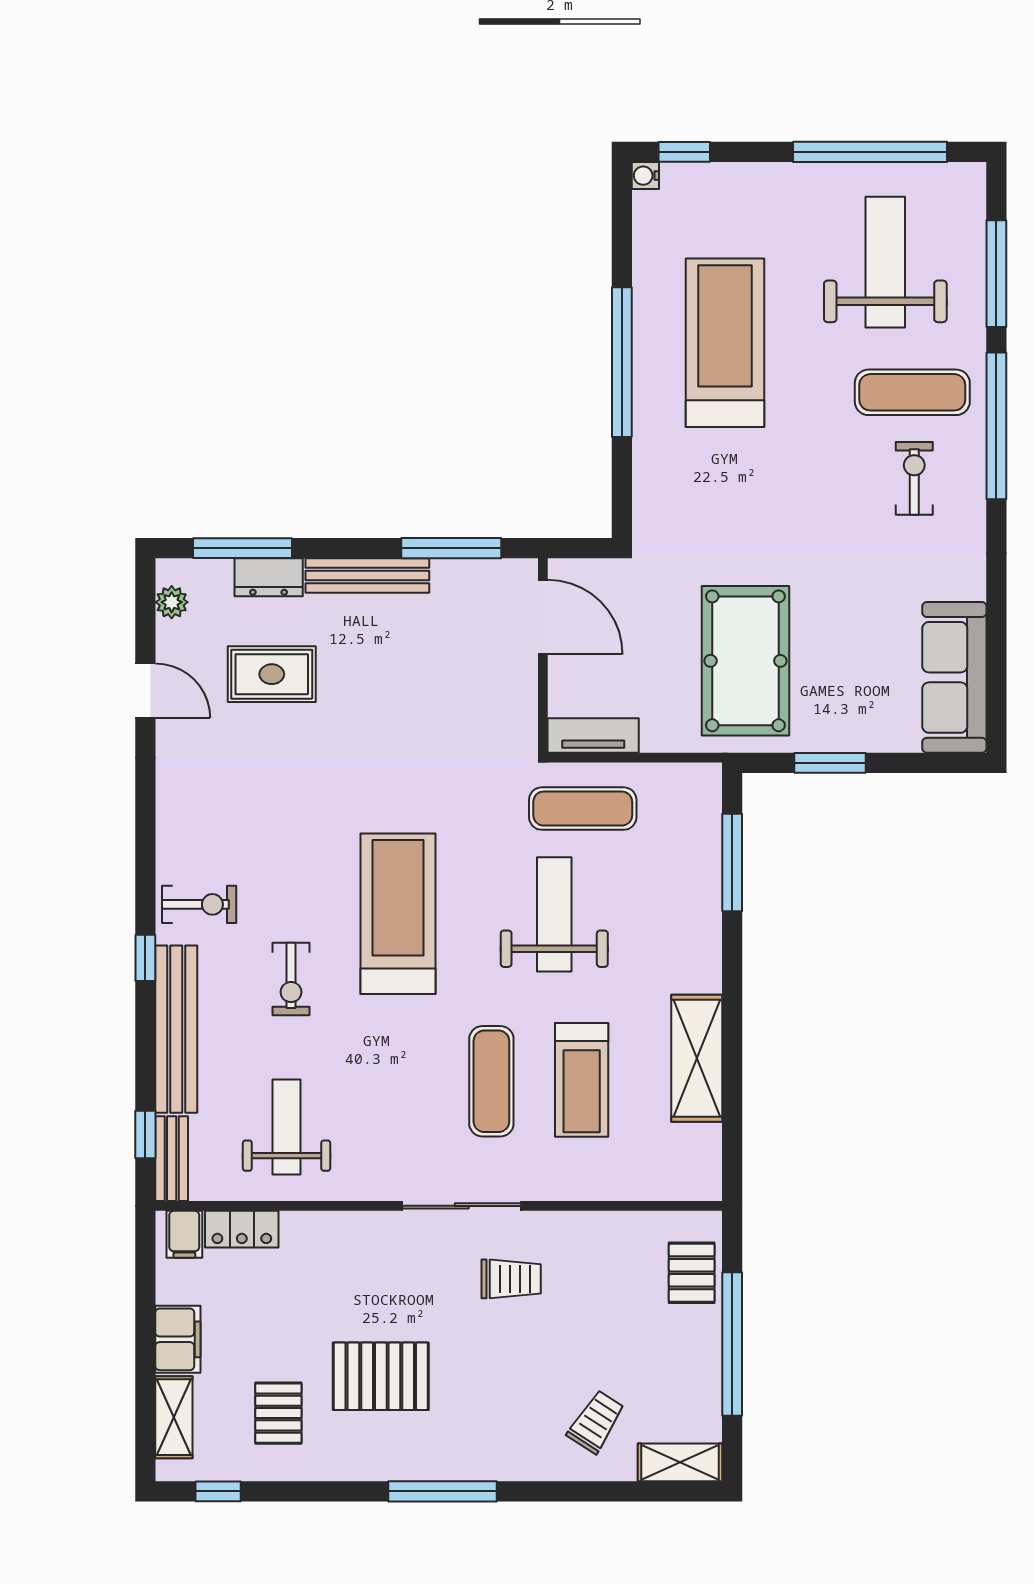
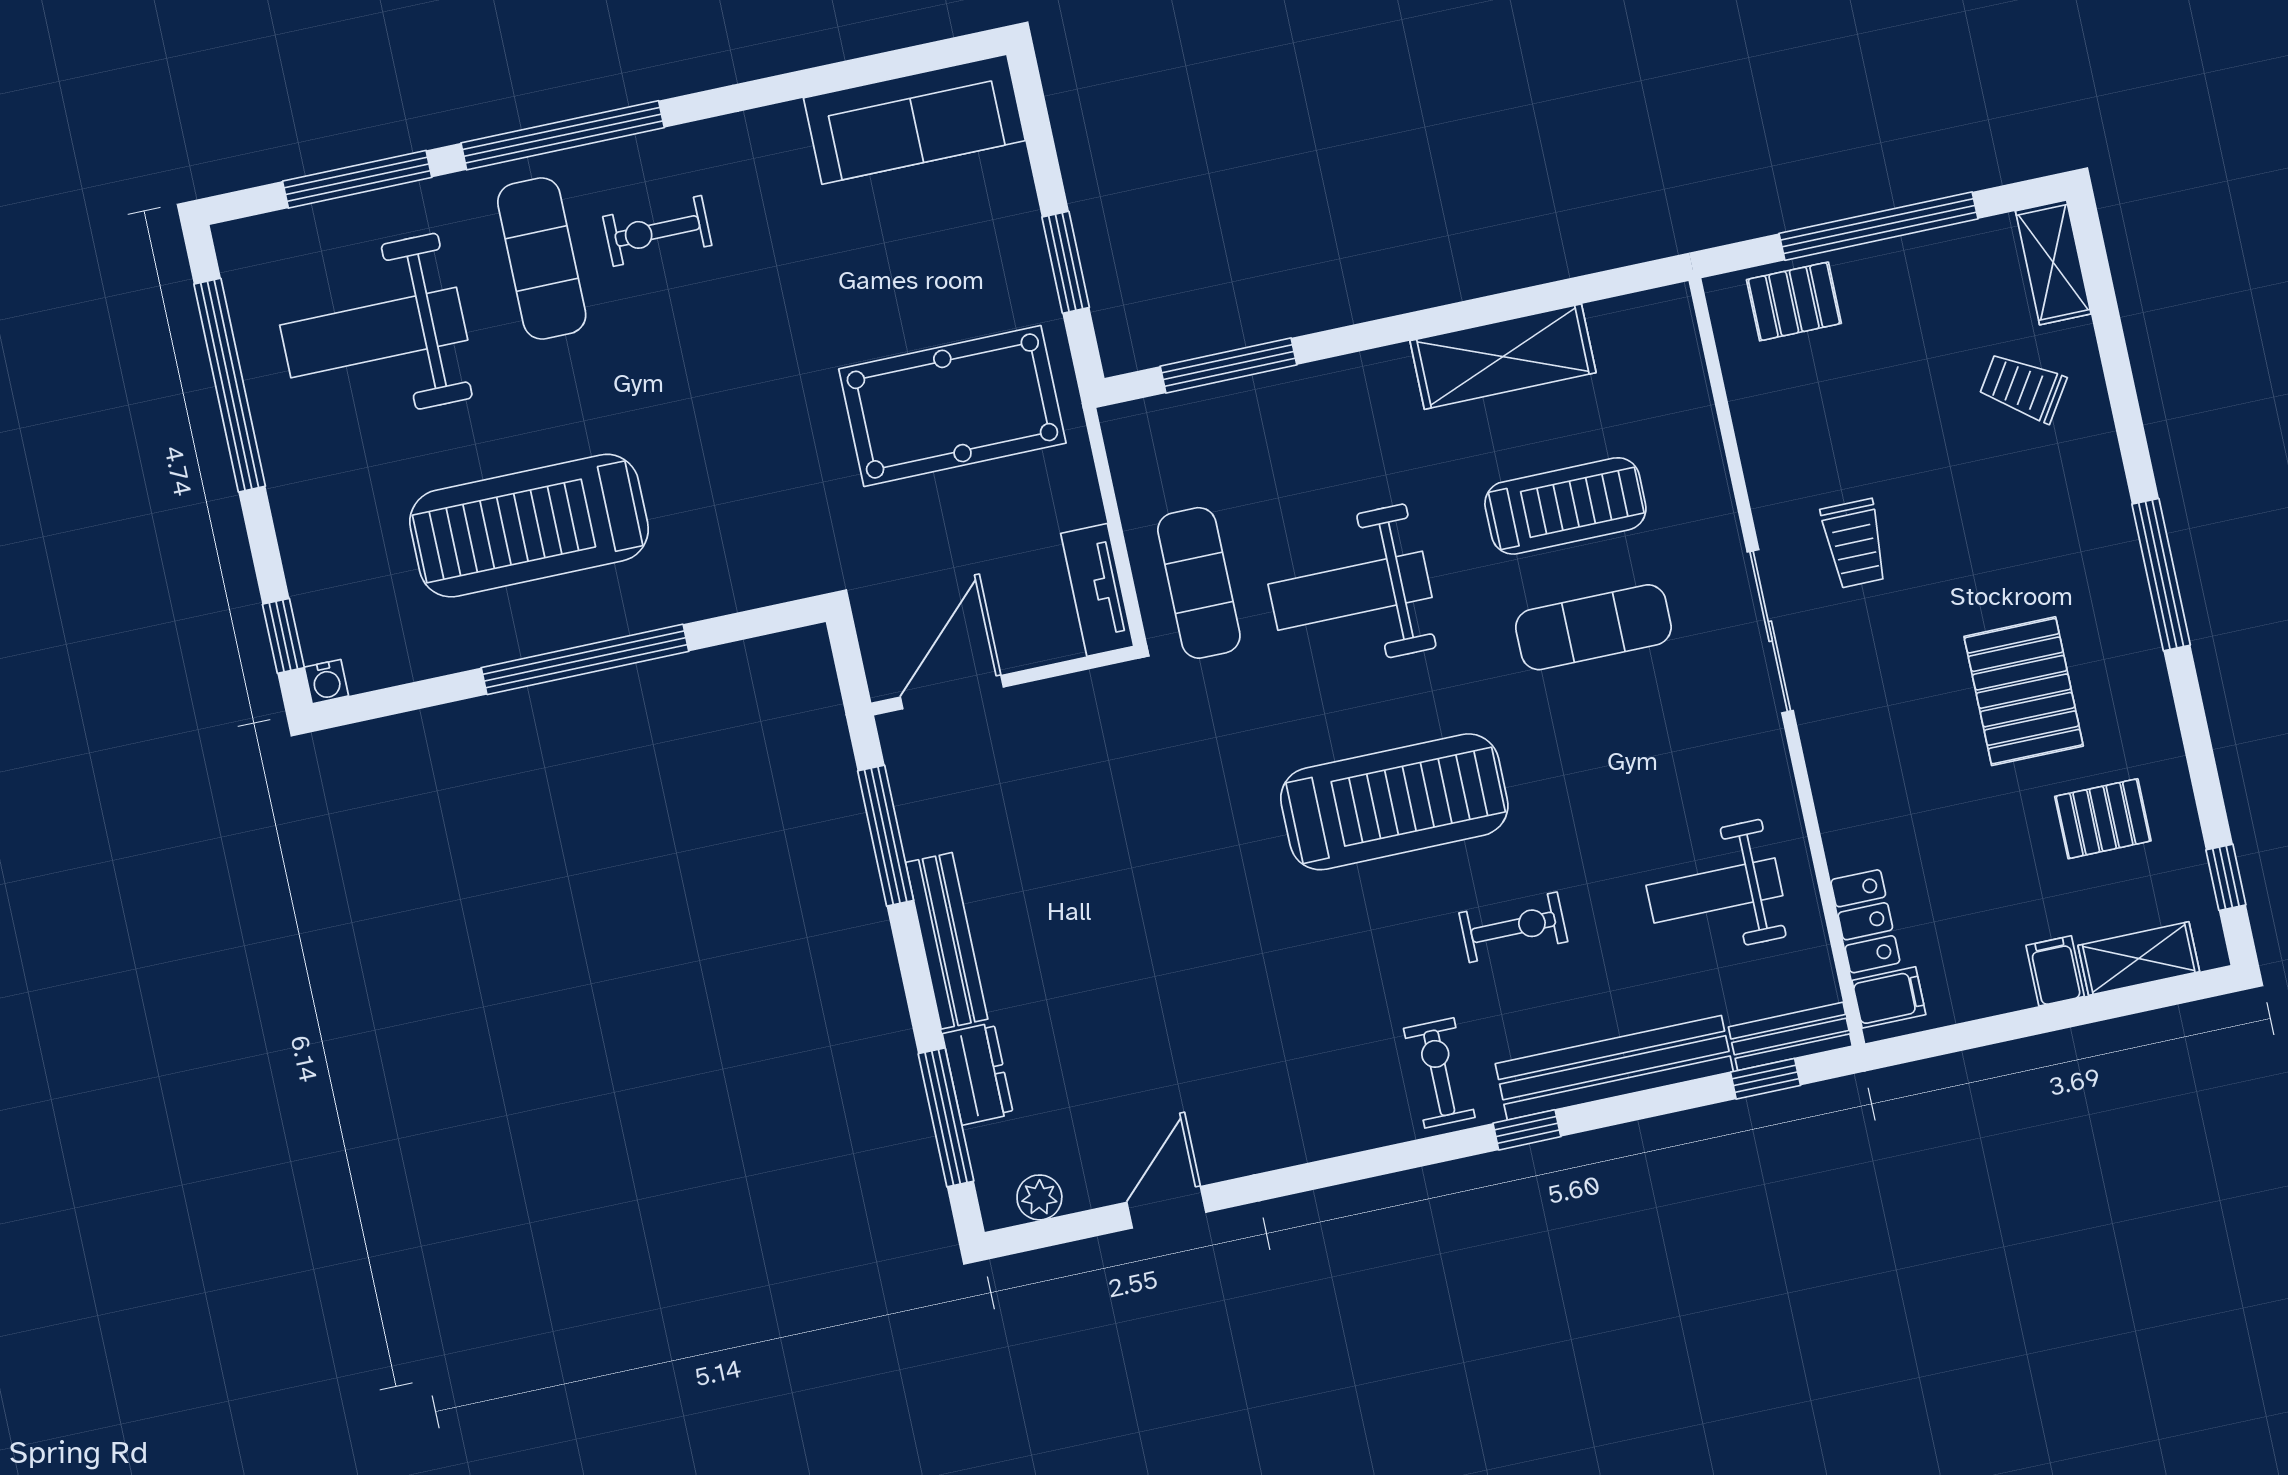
rug: (272, 674) -> (1108, 1041), removed
treadmill: (398, 914) -> (1394, 802), turned 180
trolley: (511, 1279) -> (1854, 543), turned 180
filing cabinet: (178, 1339) -> (2055, 971), width x0.50

